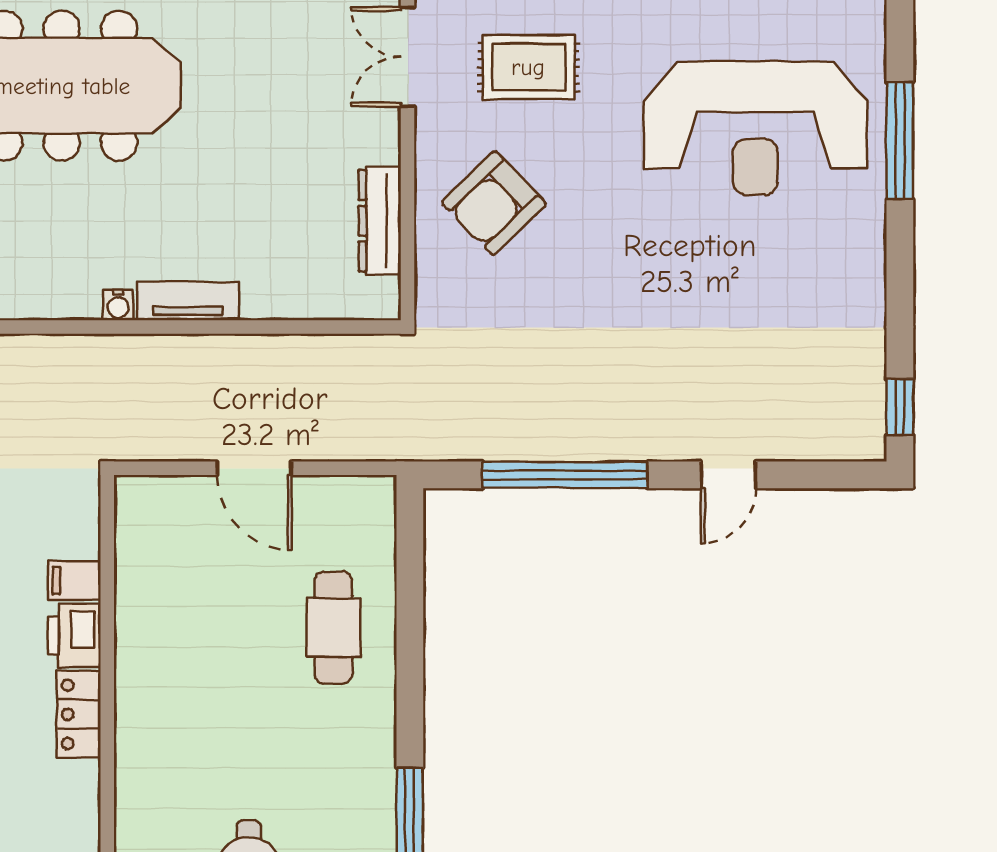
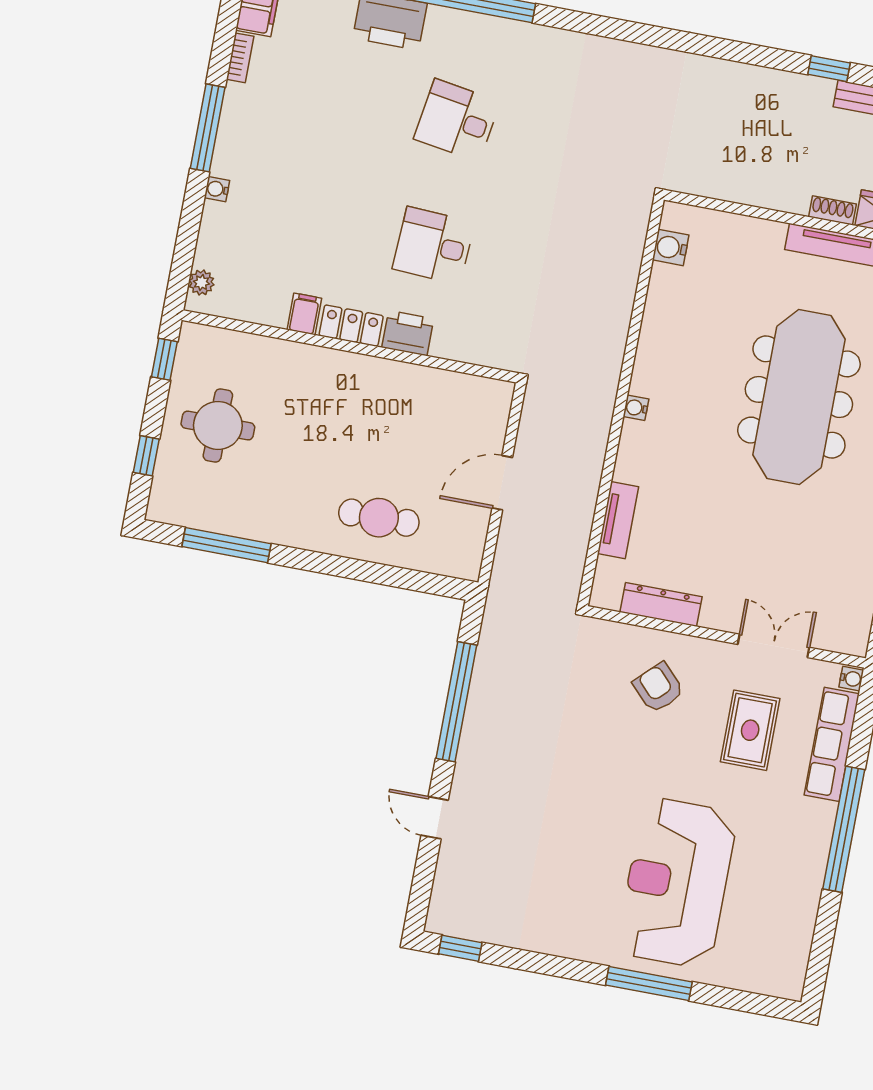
armchair: (494, 203) -> (658, 688), width x0.72, depth x0.72
tv unit: (188, 301) -> (618, 520), moved
filing cabinet: (75, 580) -> (304, 314), moved

